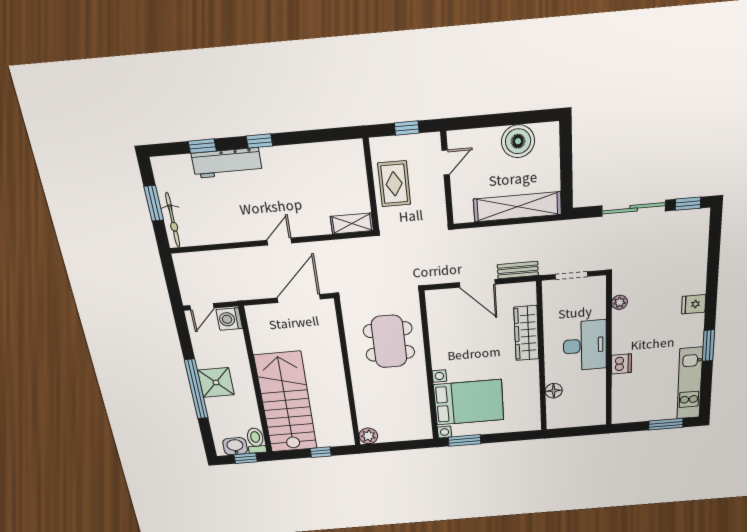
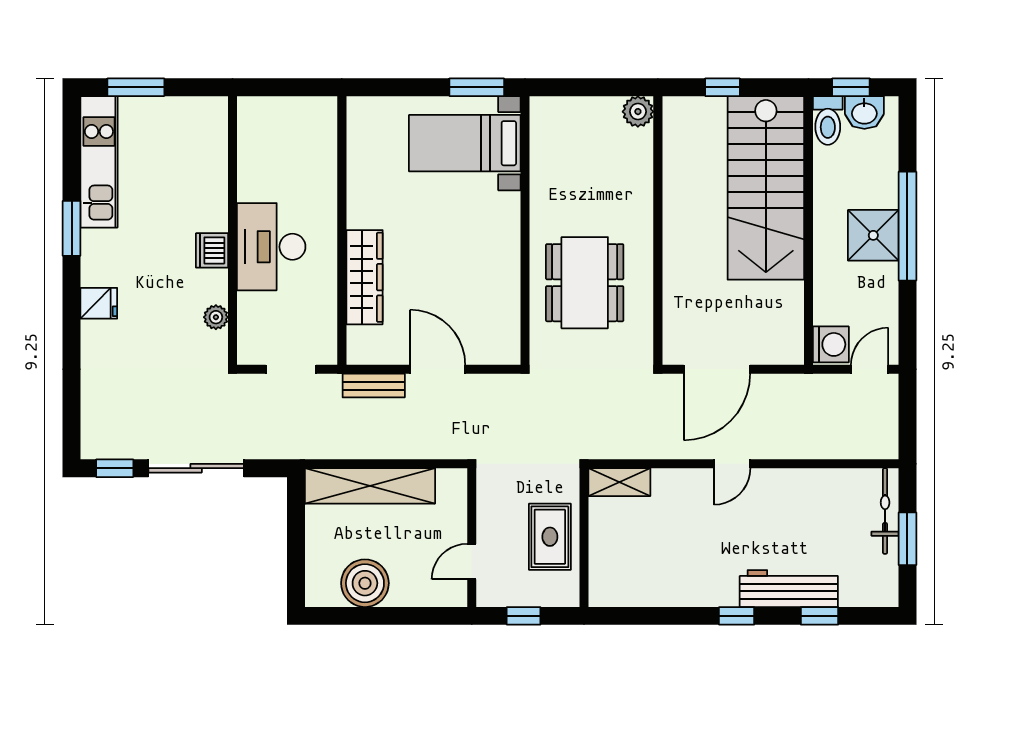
dishwasher: (621, 364) -> (212, 250), moved
floor lamp: (554, 391) -> (324, 169), removed
bed with nightstands: (469, 402) -> (465, 143), width x0.73

